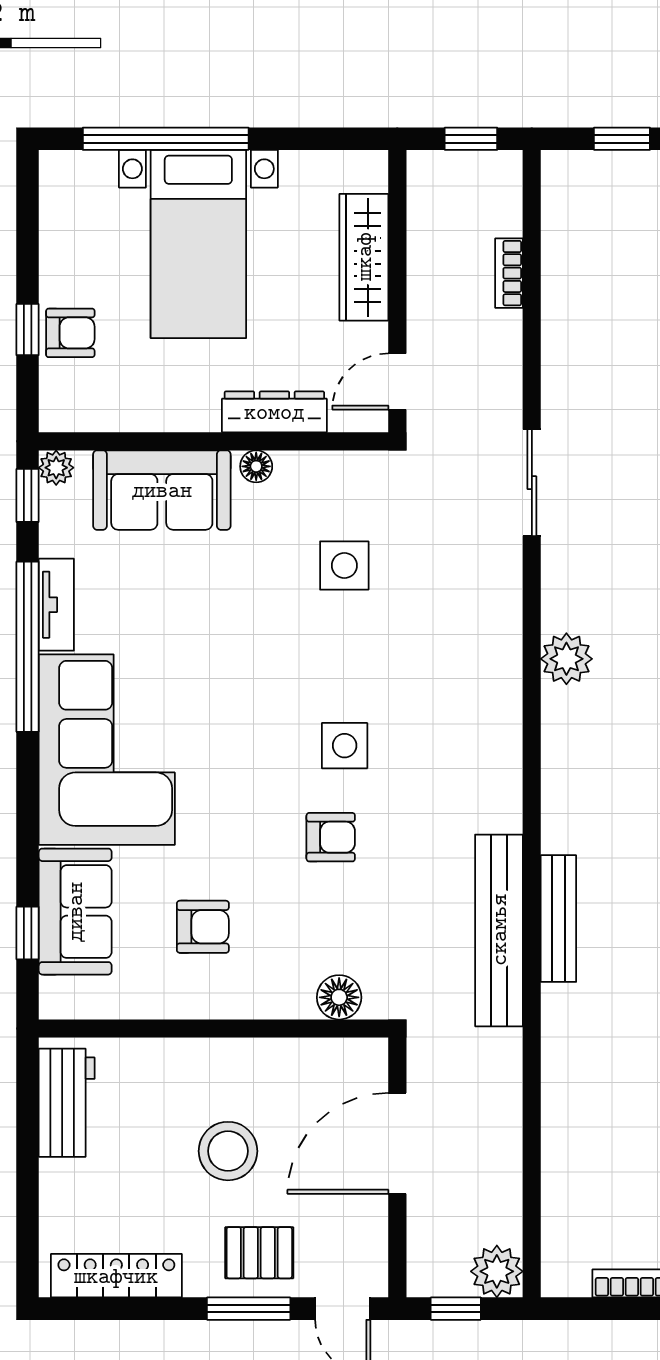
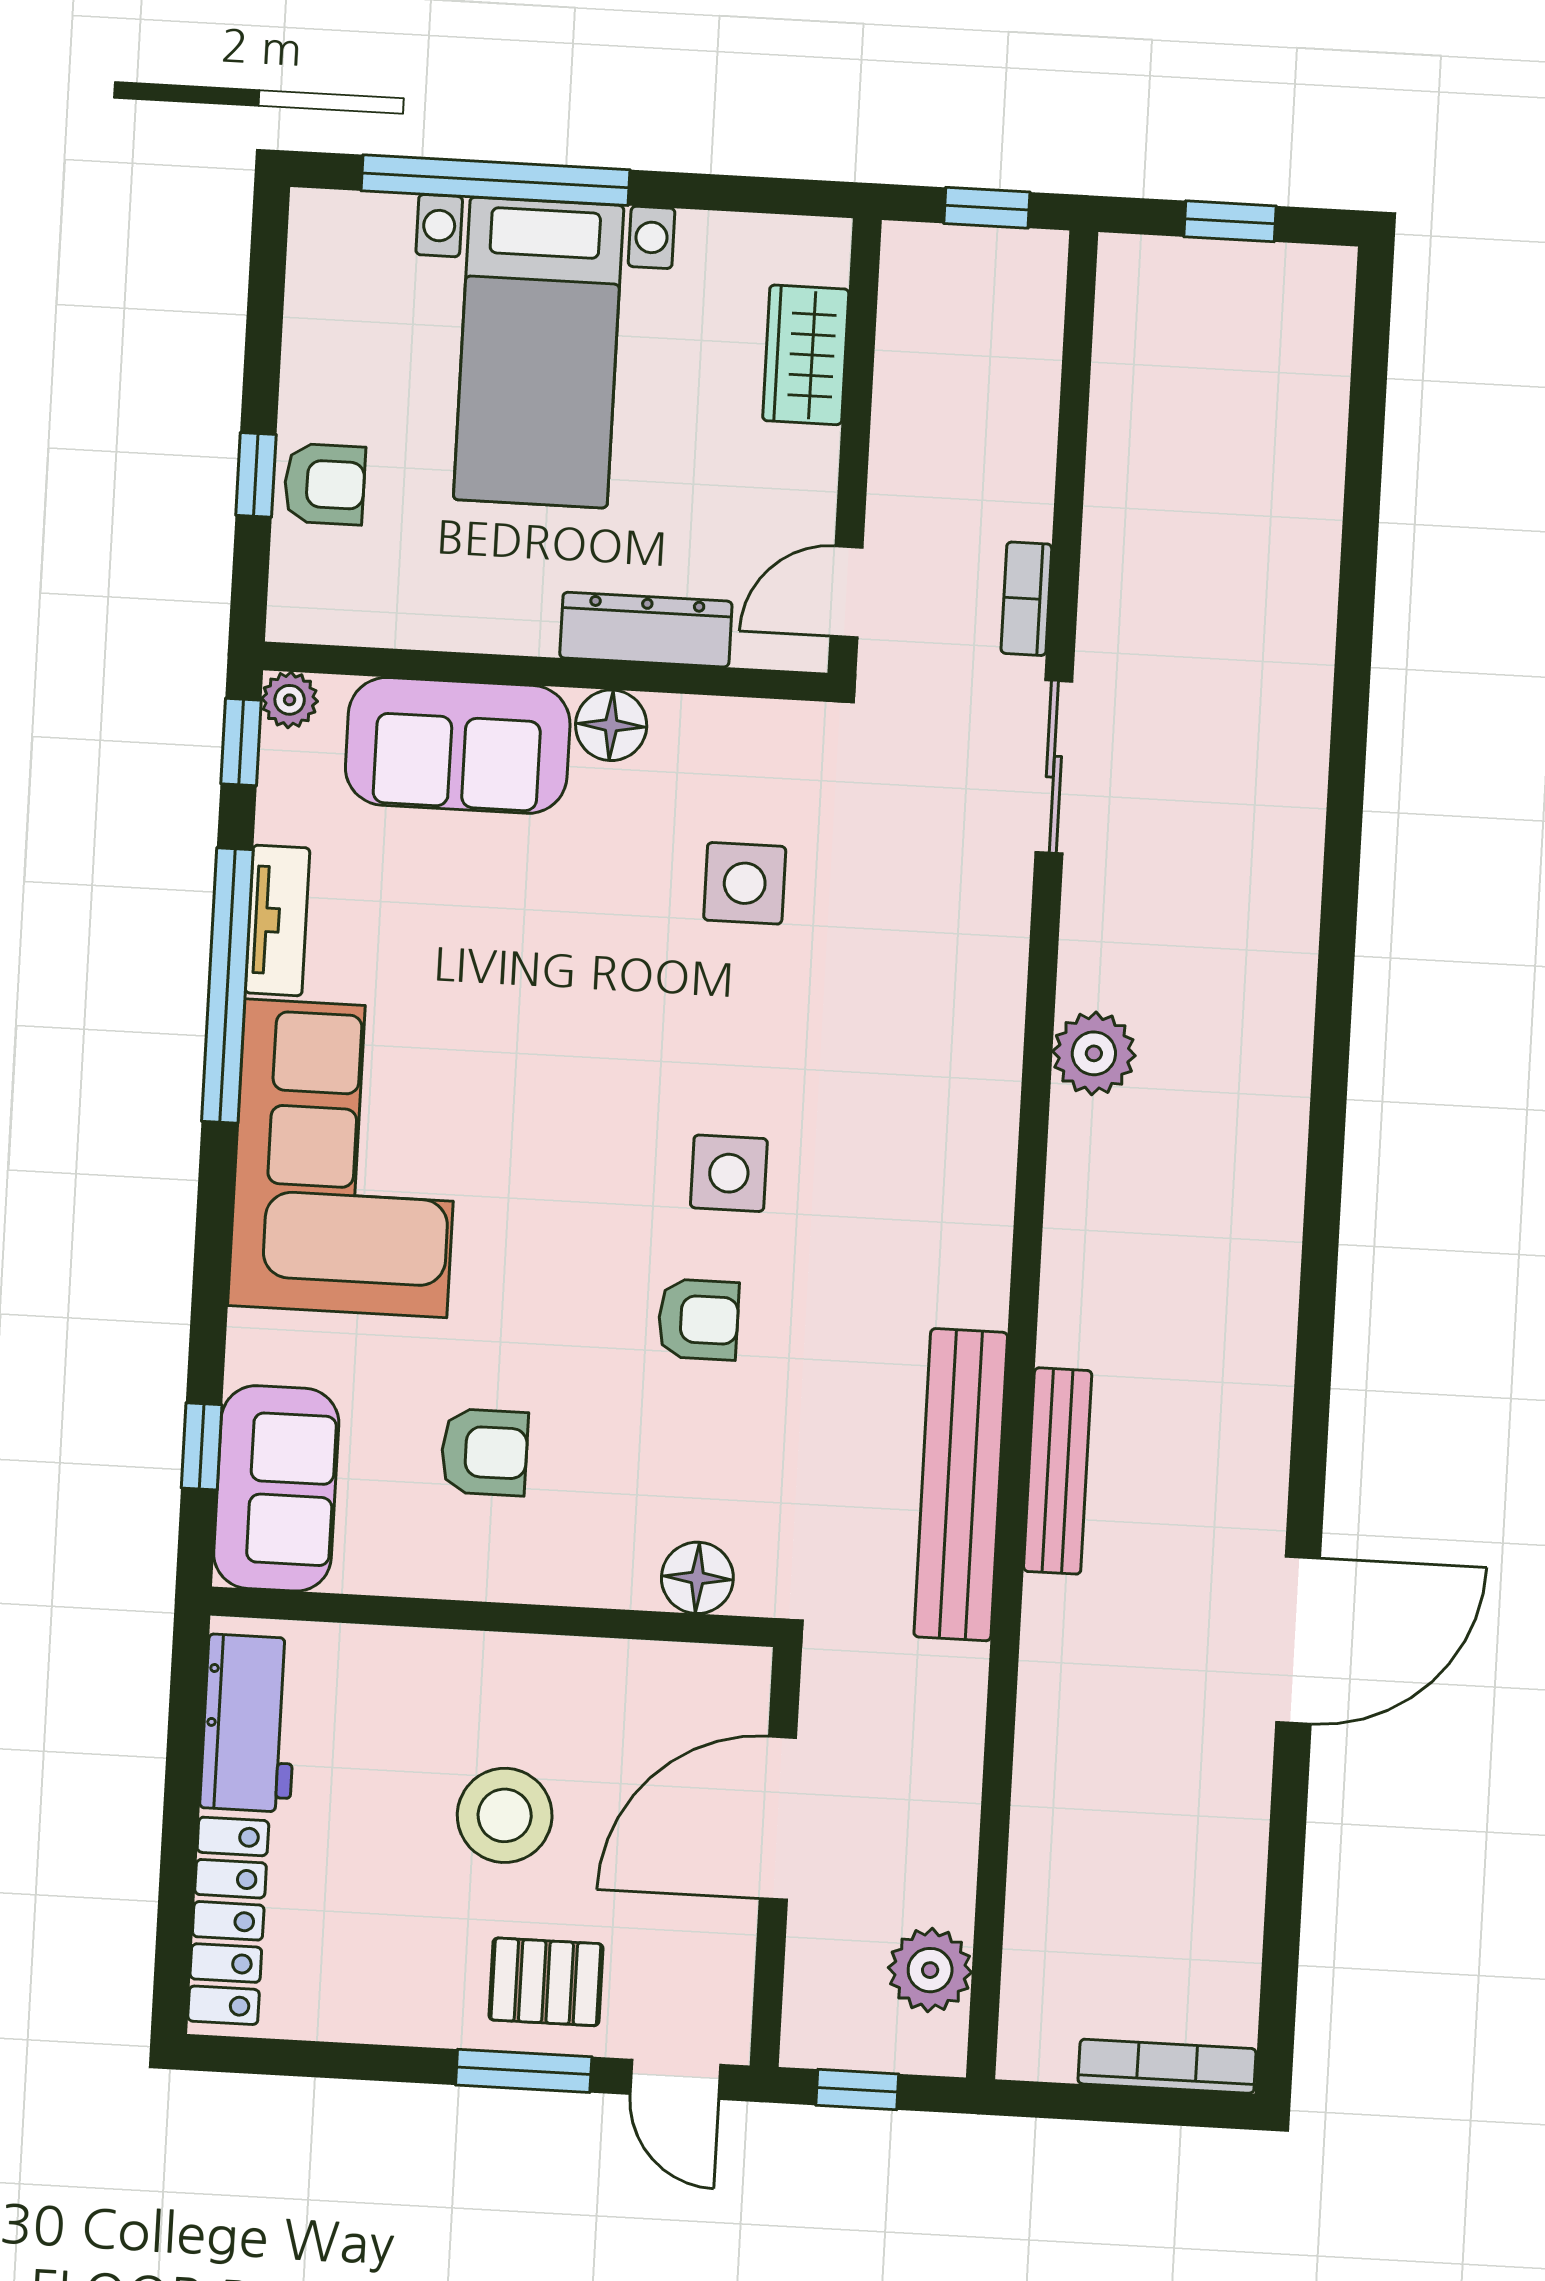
wardrobe: (364, 257) -> (806, 355), width x0.67
bookcase: (509, 273) -> (1026, 599), moved
floor lamp: (256, 466) -> (611, 725), width x1.37, depth x1.37
sofa: (75, 912) -> (276, 1488), moved
plant: (497, 1271) -> (930, 1970), moved
locker: (116, 1276) -> (228, 1921), moved, turned 90

